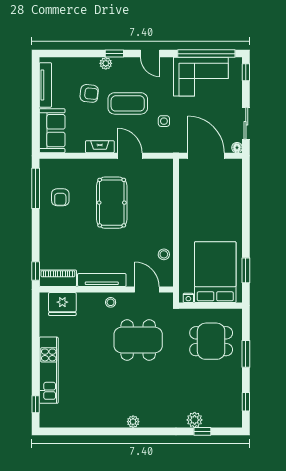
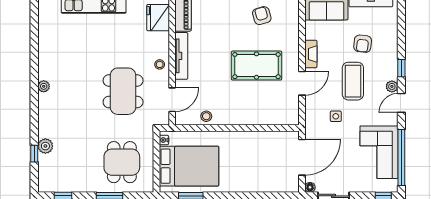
plant: (106, 63) -> (392, 86), moved
armchair: (60, 197) -> (262, 16), turned 74

